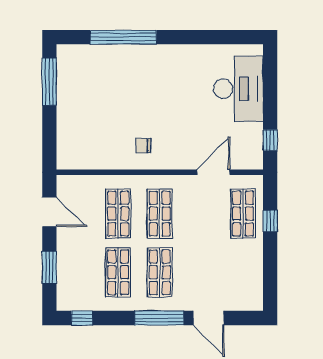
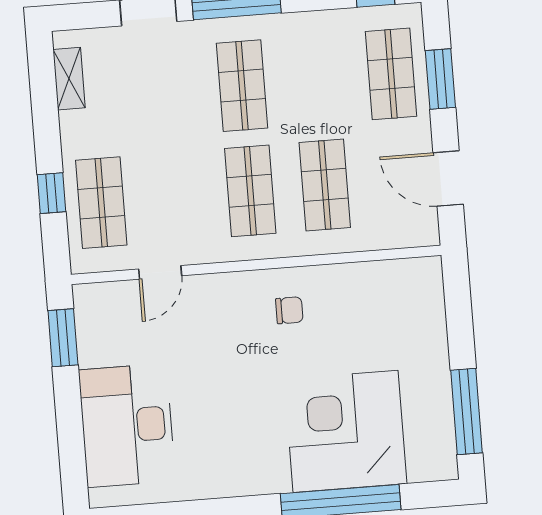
corner desk: (117, 76) -> (345, 431), added
window: (270, 140) -> (63, 338), width x1.50
door: (213, 172) -> (160, 272), width x0.73
shop shelf: (118, 272) -> (391, 74), moved
shelving: (255, 284) -> (69, 79), added

